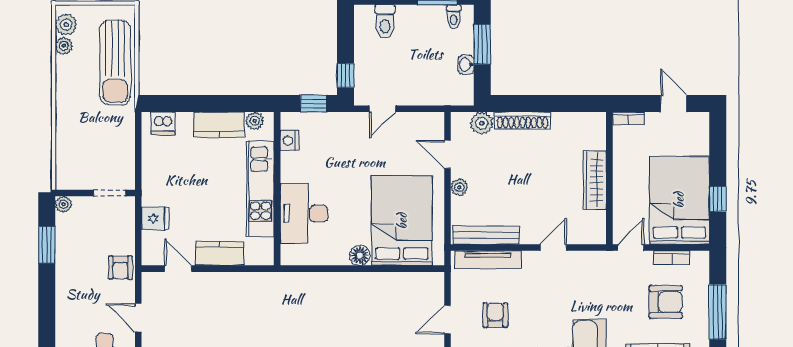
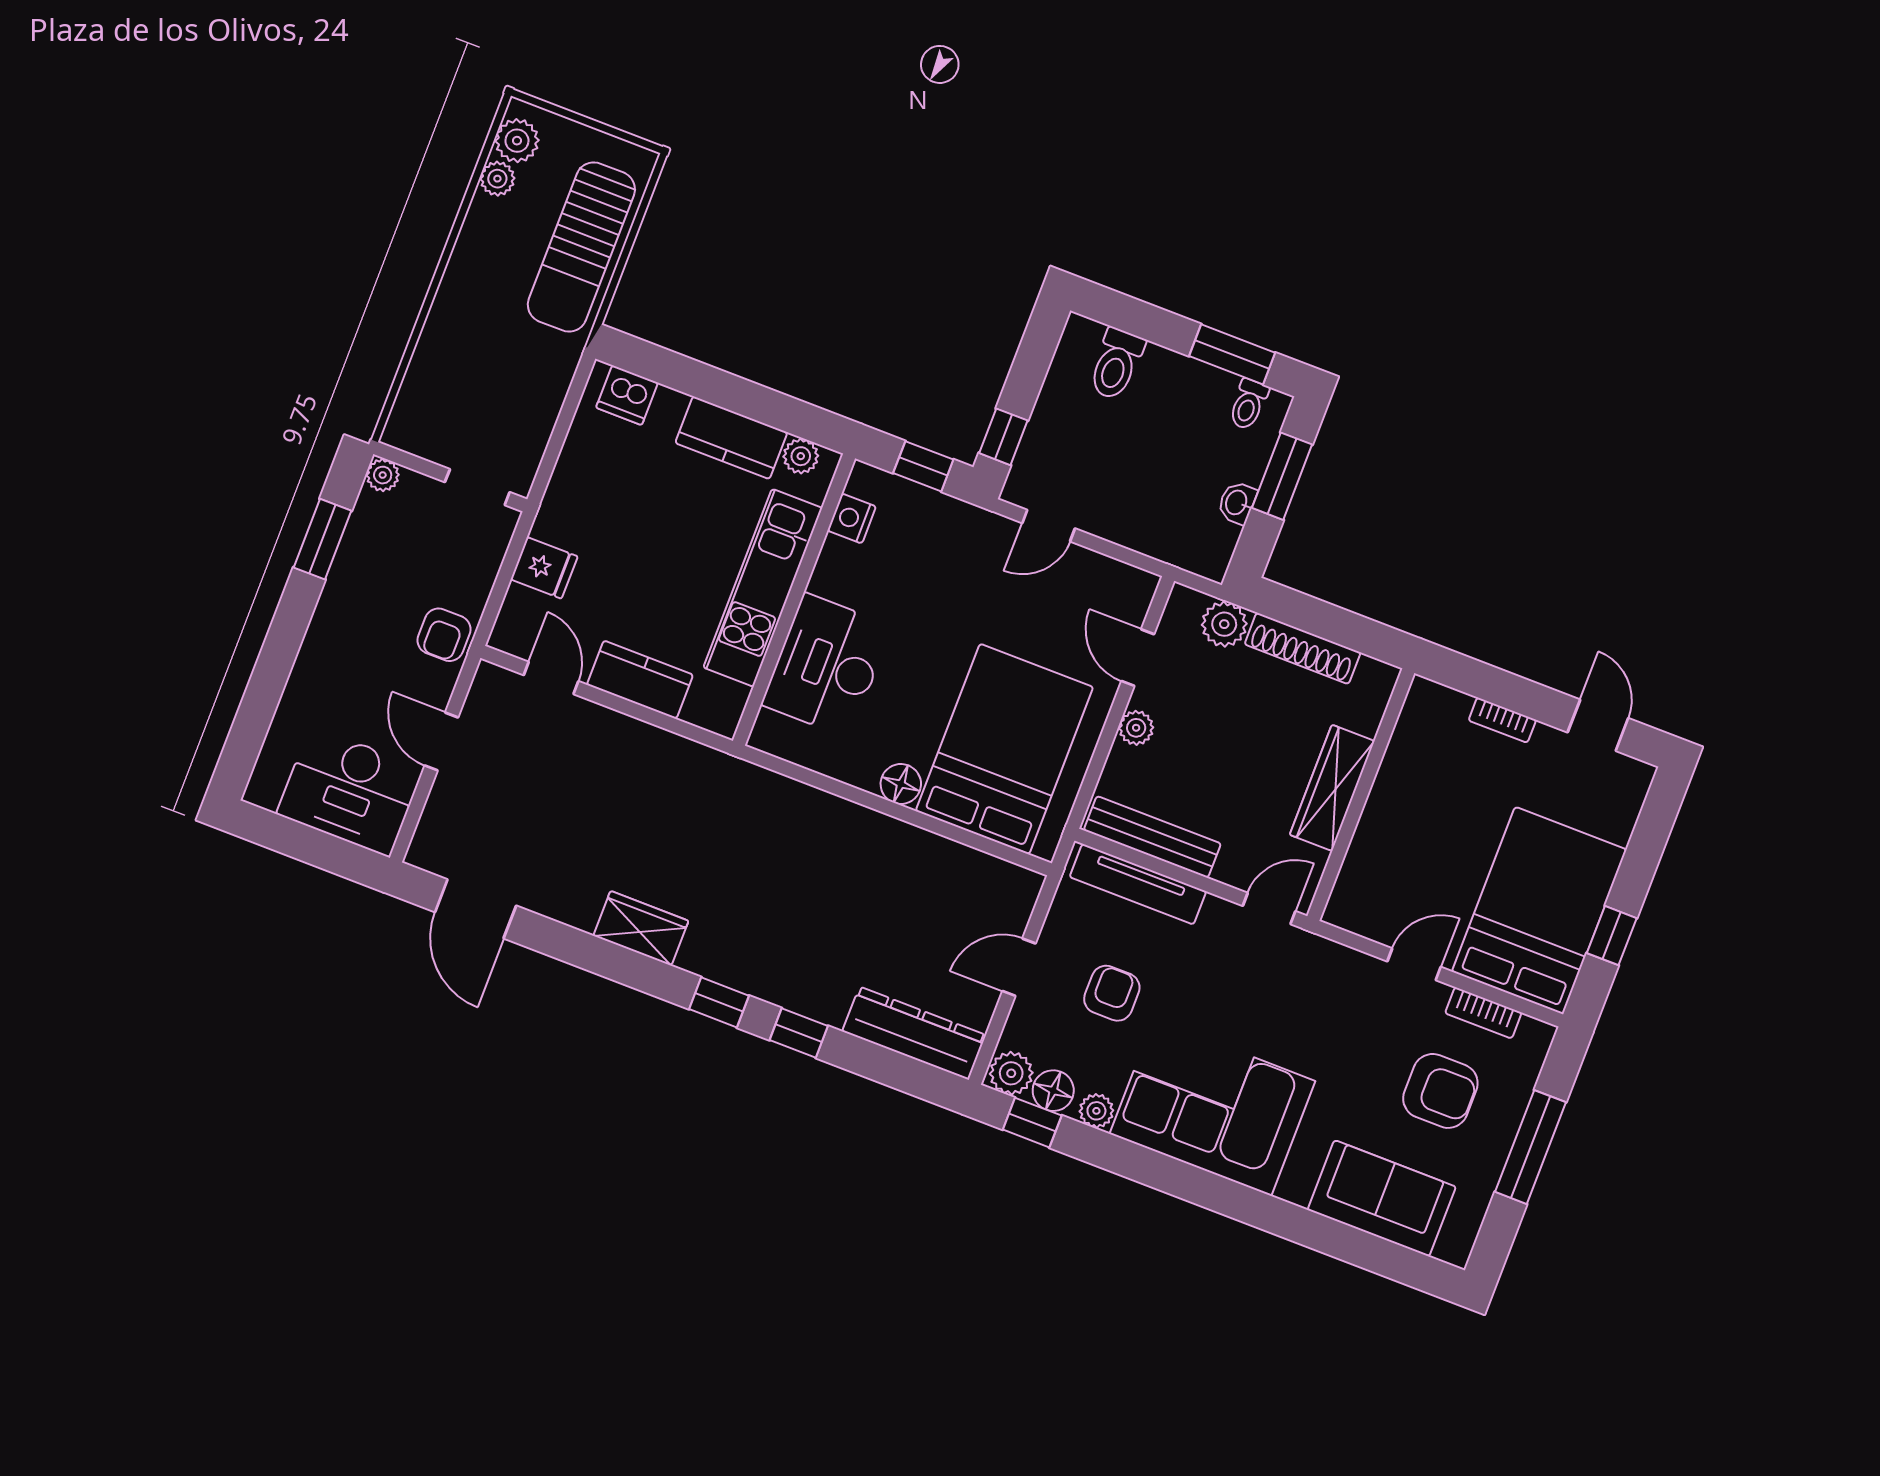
wall: (609, 178) -> (1361, 795), moved
wardrobe: (595, 180) -> (1332, 788), moved

